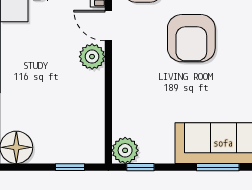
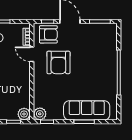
armchair: (191, 38) -> (58, 62), moved
plant: (92, 57) -> (24, 114), moved

